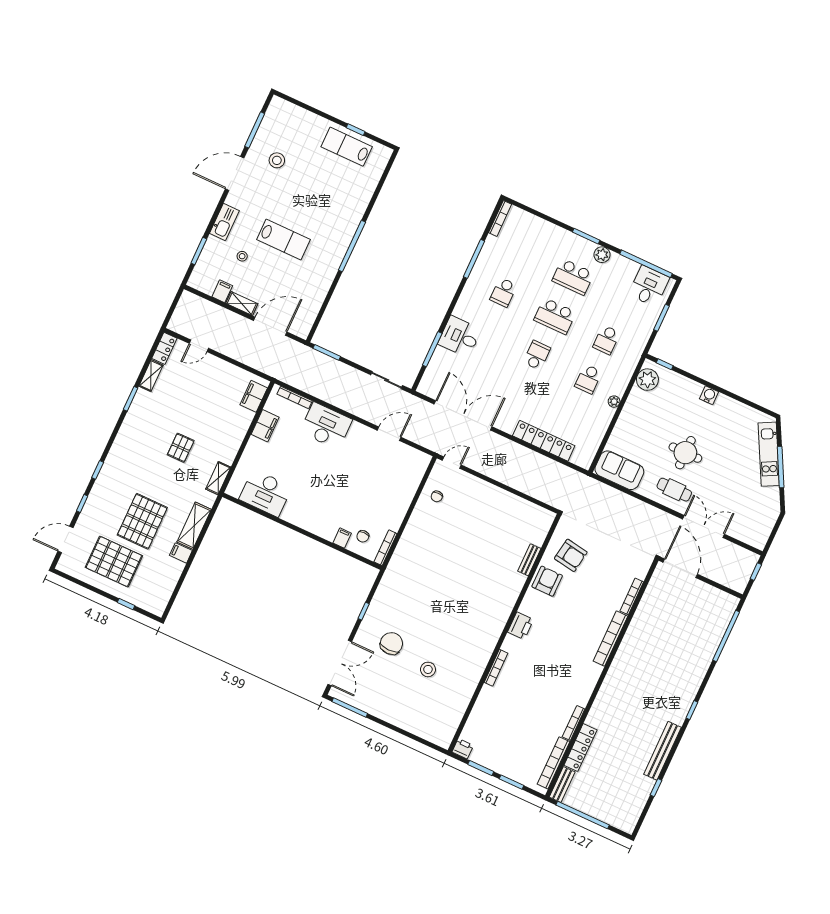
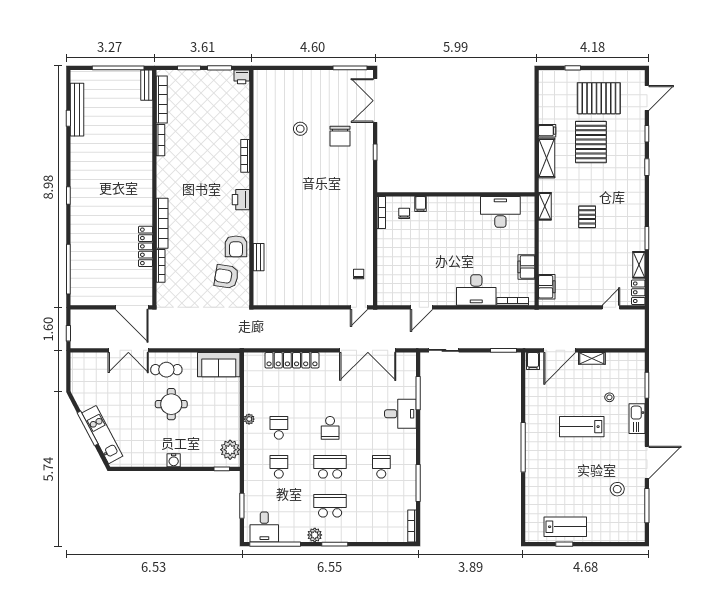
filing cabinet: (222, 291) -> (533, 361), moved
locker: (580, 748) -> (146, 246), moved
bench: (663, 751) -> (77, 110), moved

